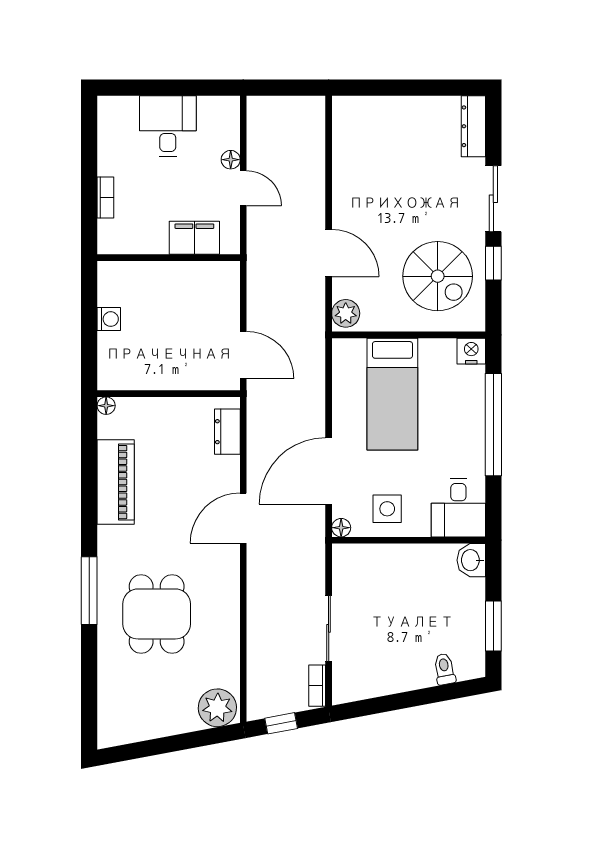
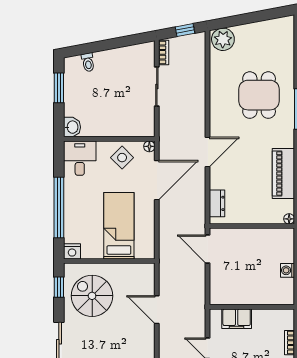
window: (493, 263) -> (59, 287), moved
plant: (346, 313) -> (147, 274), removed
side table: (387, 509) -> (122, 158), turned 45

